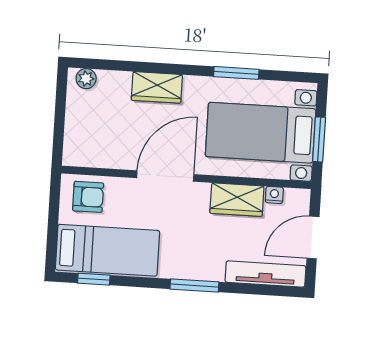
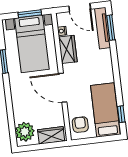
plant: (86, 79) -> (25, 132), width x1.87, depth x1.87
wardrobe: (157, 87) -> (51, 135), moved, turned -90
window: (194, 285) -> (111, 28), moved

